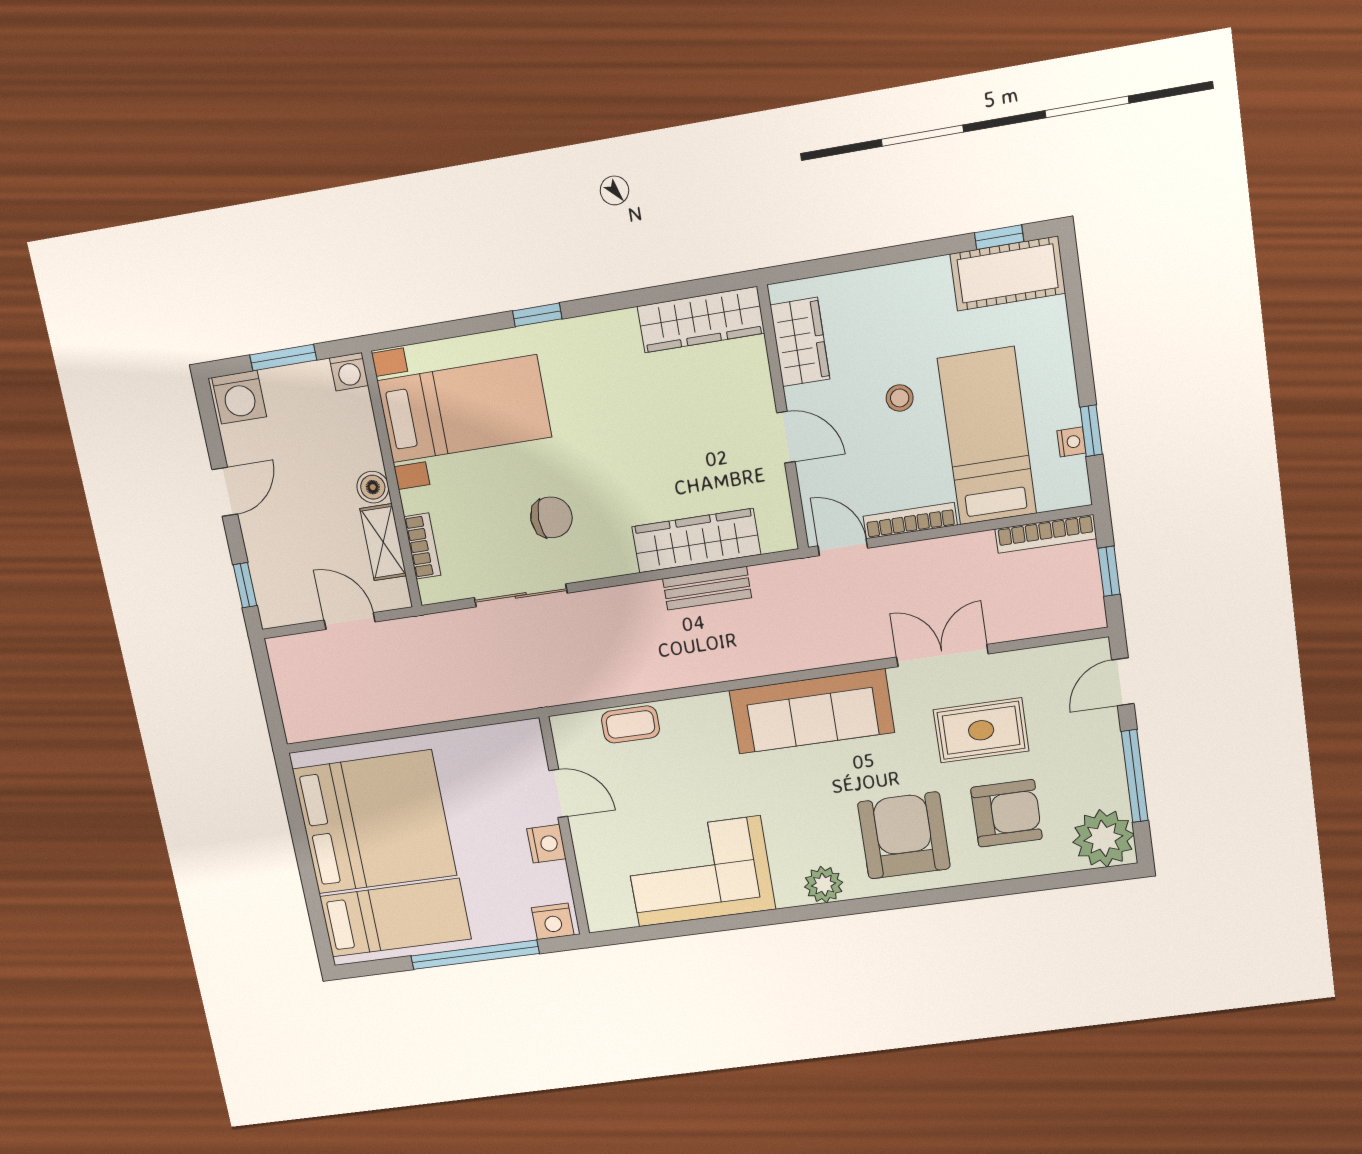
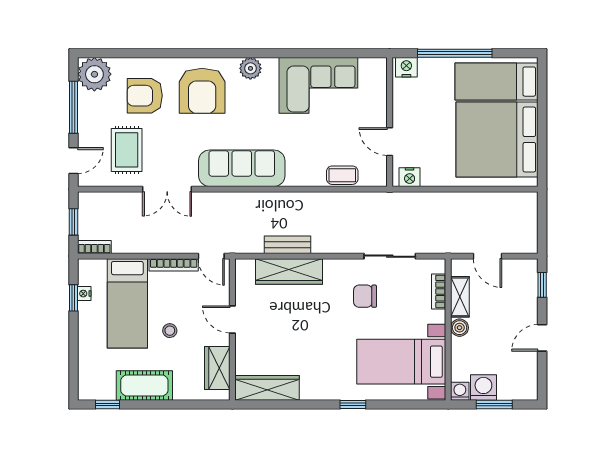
cot: (1008, 274) -> (144, 385), moved
washing machine: (239, 397) -> (483, 387), moved
bookcase: (1046, 534) -> (94, 247), width x0.64
rug: (981, 730) -> (127, 150), moved, turned 90
nightstand: (546, 844) -> (410, 177), moved, turned -90

